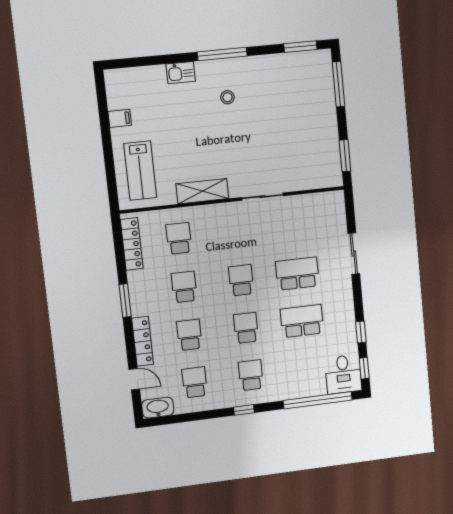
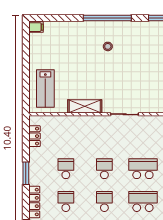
window: (222, 54) -> (107, 18), width x1.46
kitchen sink: (181, 73) -> (79, 28), removed
filing cabinet: (120, 118) -> (36, 27), moved
school desk: (179, 238) -> (66, 136), removed
locker: (132, 244) -> (34, 136), width x0.66

